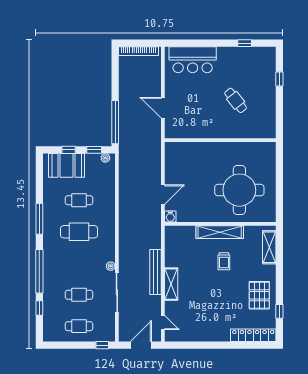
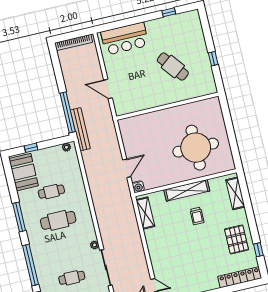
window: (279, 79) -> (213, 59), moved
cafe table: (236, 100) -> (173, 67), width x1.37, depth x1.35
window: (94, 150) -> (54, 142), removed
booth: (67, 165) -> (24, 172), moved, turned 90
bench: (155, 272) -> (80, 129), moved
shelving: (171, 284) -> (145, 213), moved

